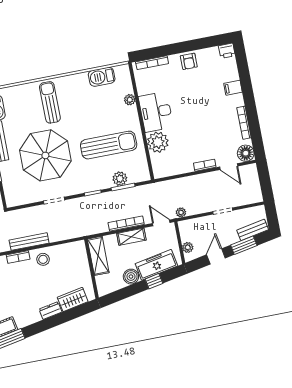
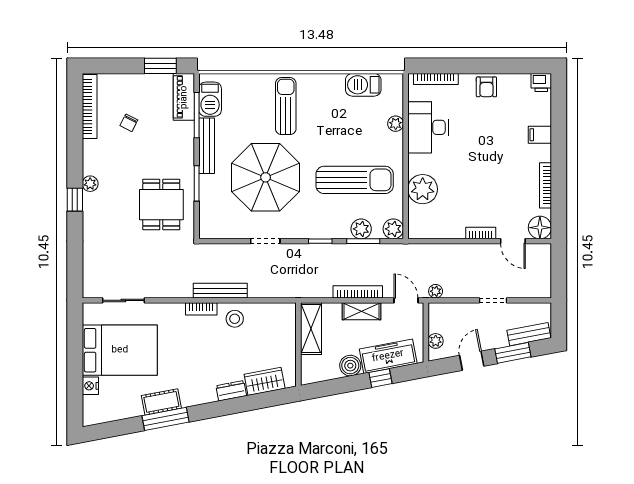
desk: (156, 112) -> (428, 127), moved
plant: (143, 174) -> (393, 229), added

